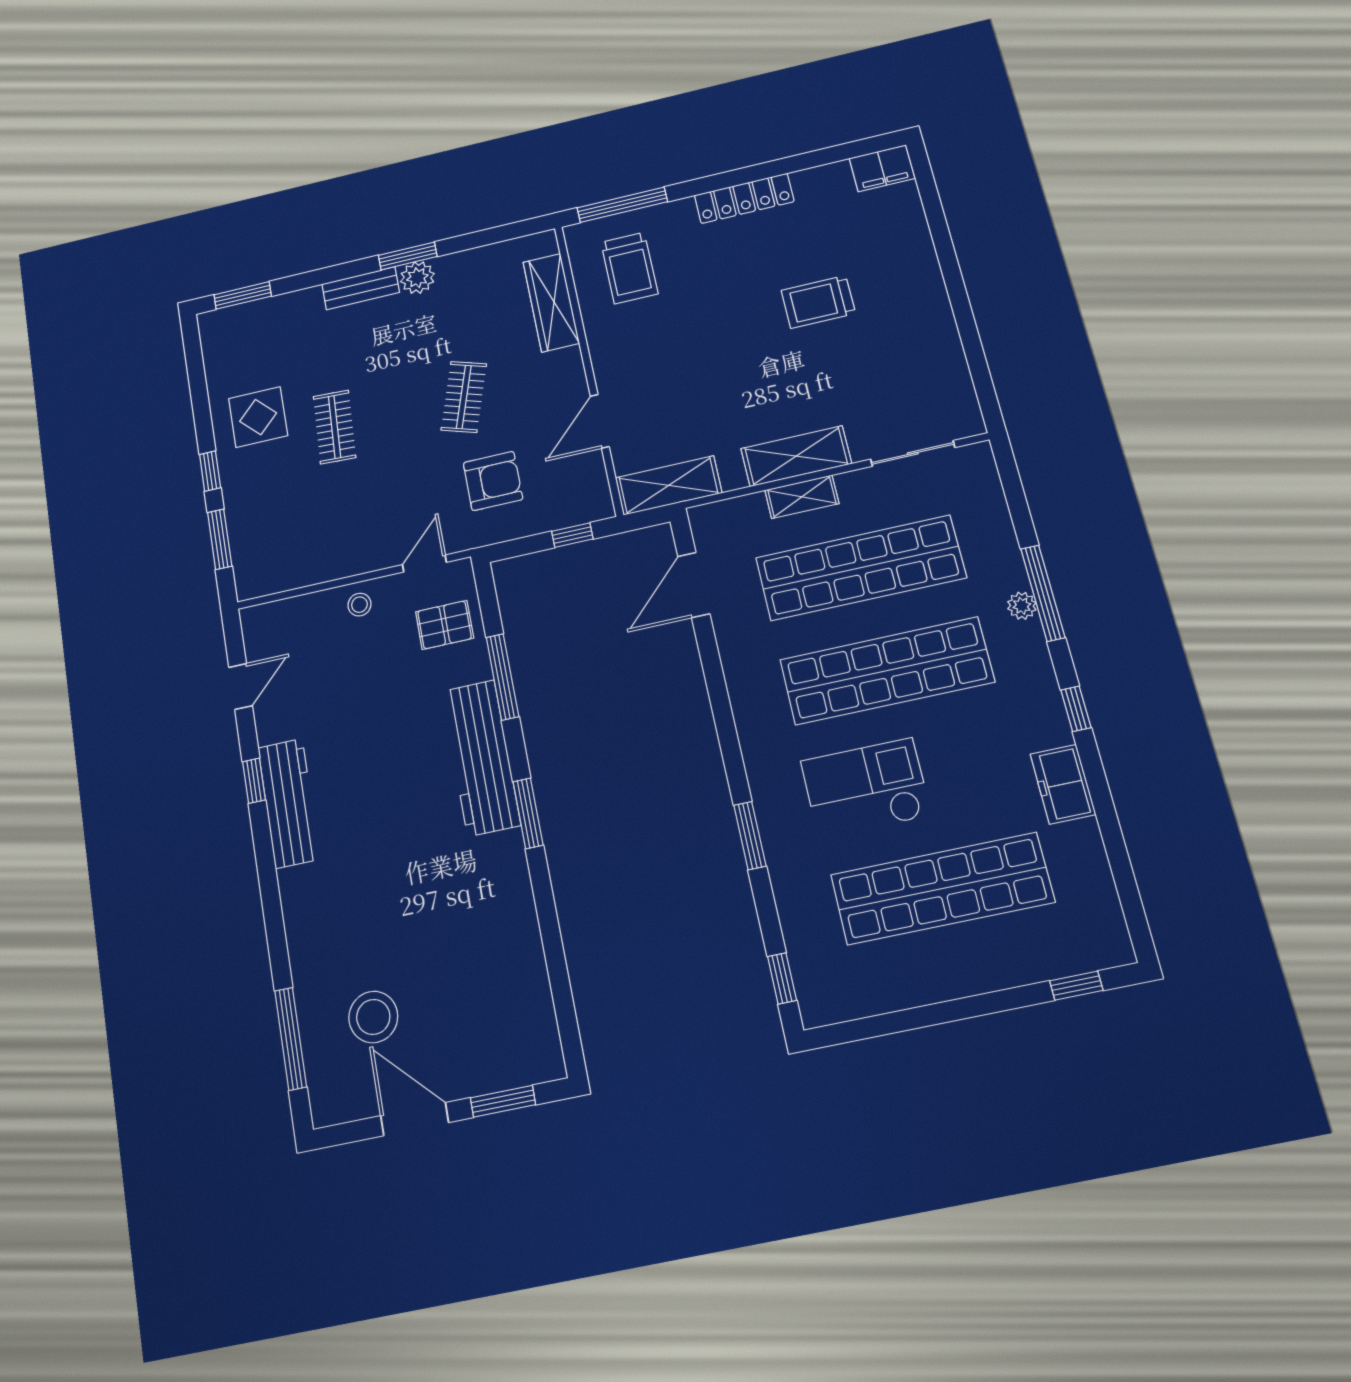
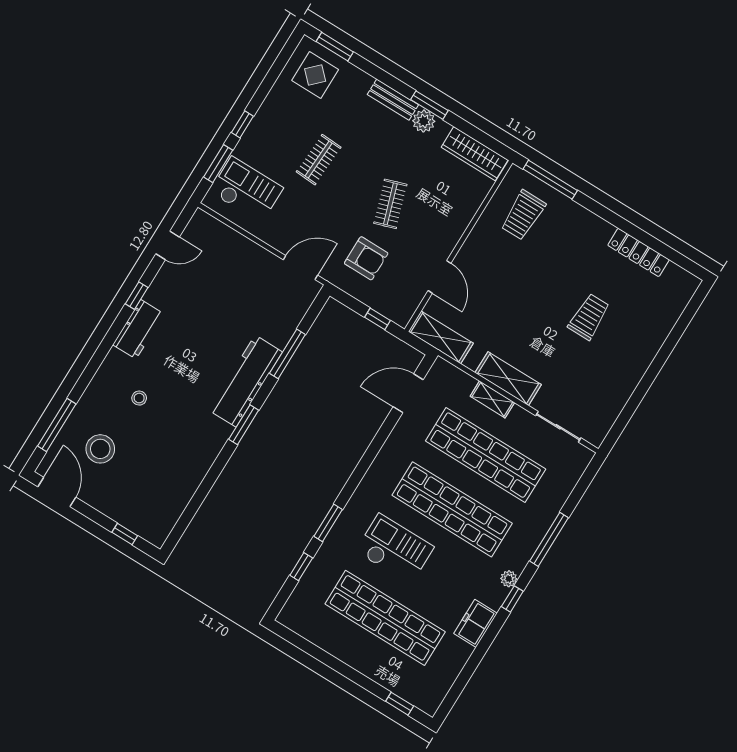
filing cabinet: (882, 168) -> (681, 281), removed
locker: (744, 198) -> (638, 252), moved
trolley: (818, 302) -> (589, 317), turned 90
wardrobe: (551, 303) -> (475, 154), moved, turned -90
clothes rail: (464, 397) -> (390, 204), turned -36
display table: (258, 417) -> (315, 75), moved
door: (600, 421) -> (440, 277), swing flipped
checkout: (280, 537) -> (246, 190), added
door: (424, 563) -> (300, 268), width x1.38
stool: (359, 605) -> (139, 398), moved
plant: (1022, 606) -> (509, 579), moved
pallet: (445, 625) -> (284, 305), removed
workbench: (289, 803) -> (138, 329), width x0.73
window: (782, 978) -> (301, 567), moved
window: (503, 1101) -> (125, 534), width x0.67
door: (415, 1119) -> (57, 492), moved

